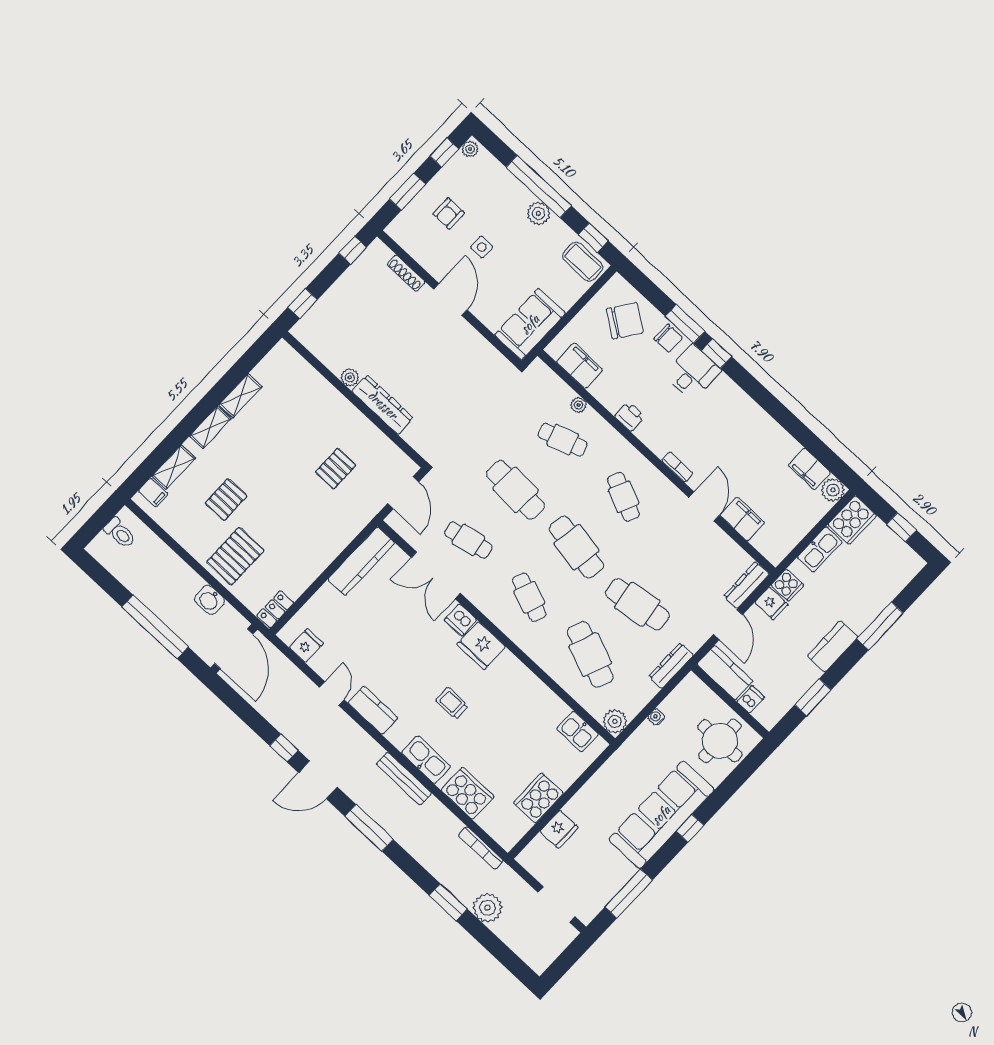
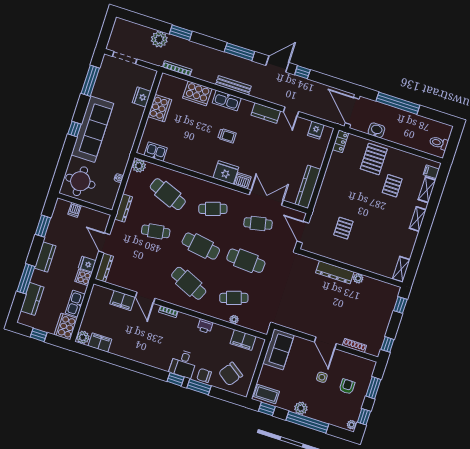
shelving: (241, 396) -> (401, 269), moved
cafe table: (624, 497) -> (189, 283), width x1.37, depth x1.35
cafe table: (529, 597) -> (213, 209), turned -39
cafe table: (637, 604) -> (156, 231), width x0.73, depth x0.74
kitchen counter: (725, 673) -> (32, 299), moved, turned -90

